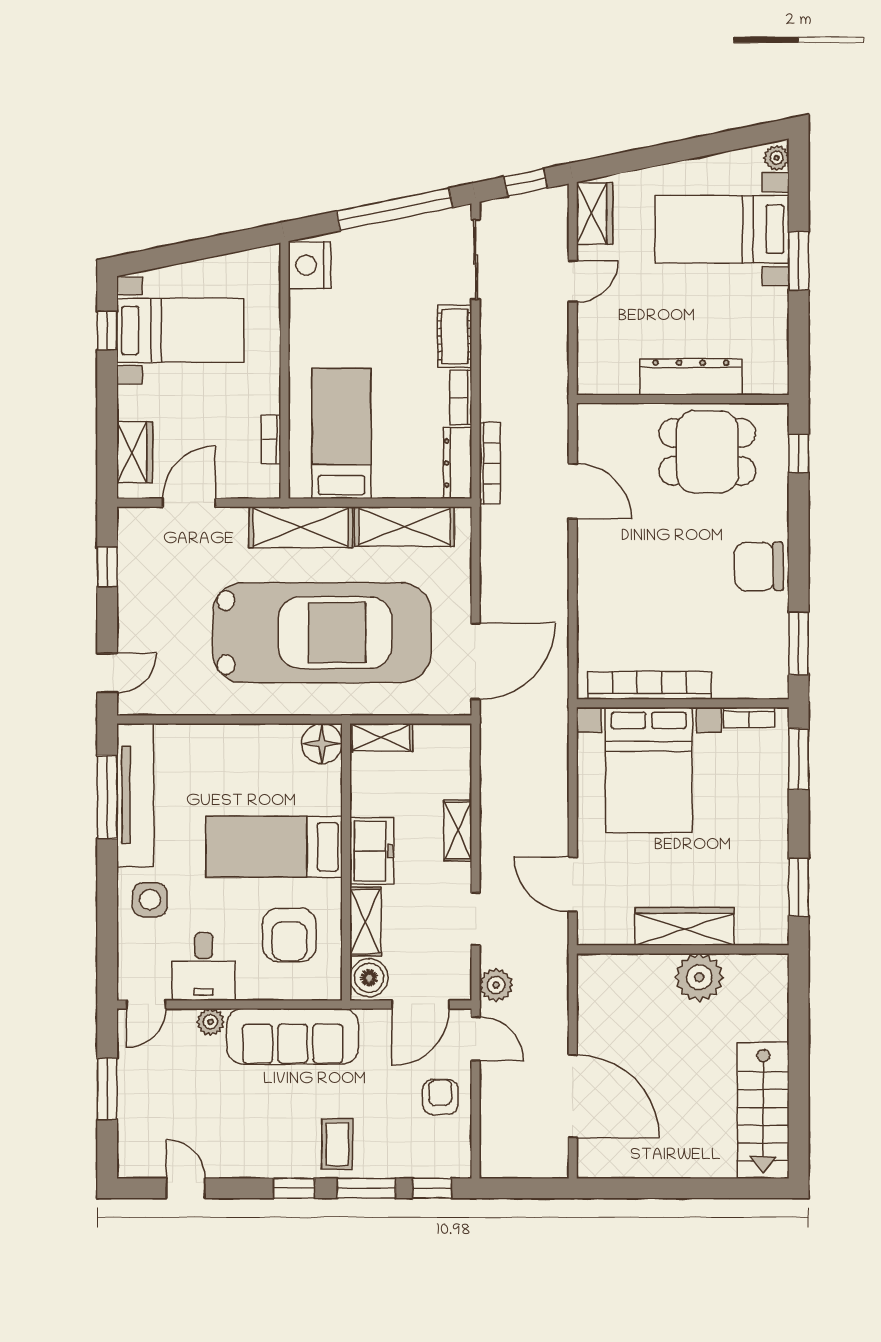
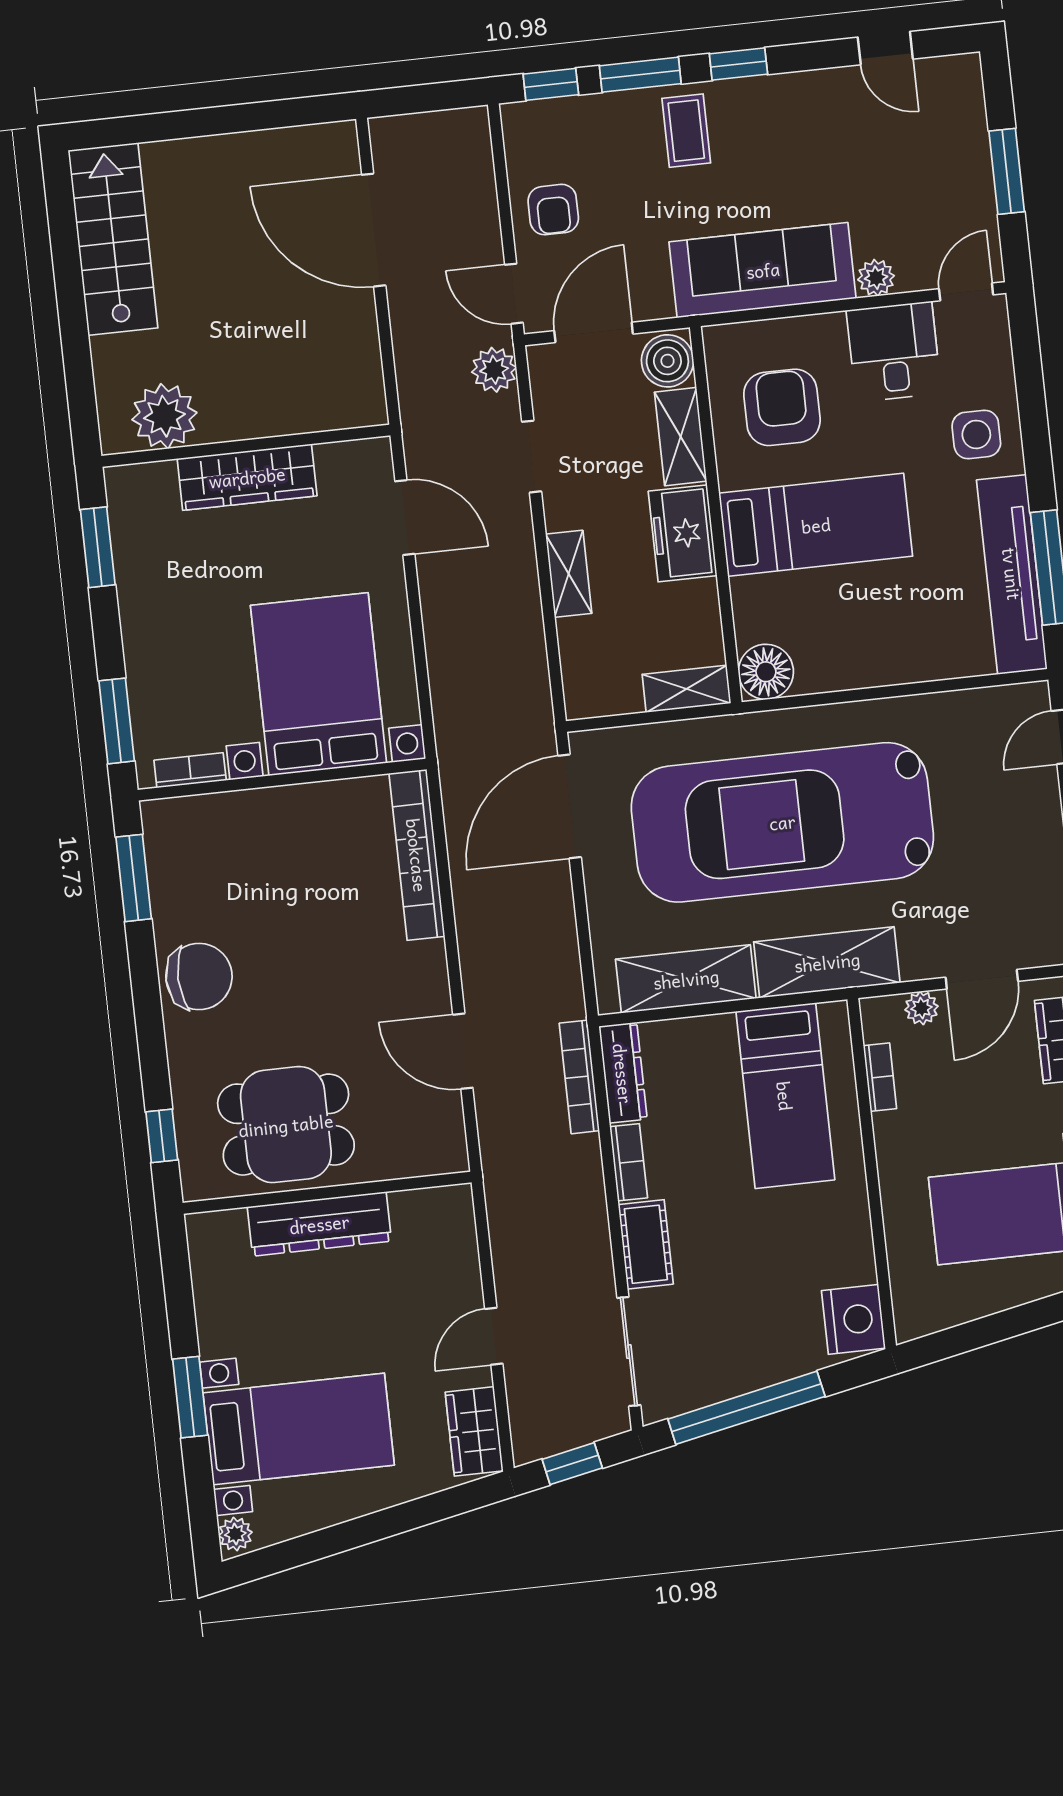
plant: (235, 486) -> (921, 1008), added
bookcase: (650, 685) -> (417, 855), moved, turned 90
plant: (699, 977) -> (164, 416), moved

